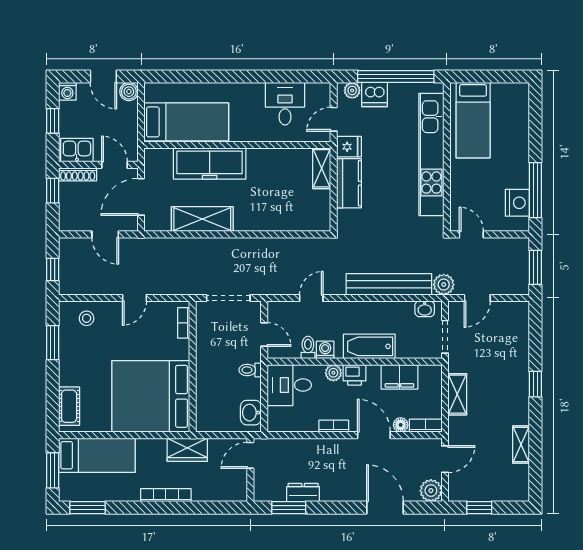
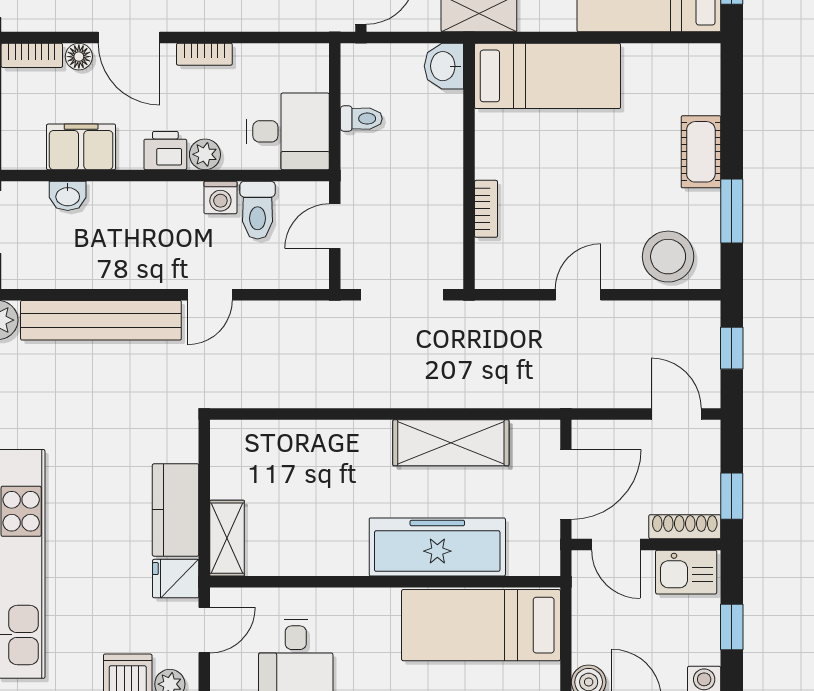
door: (105, 234) -> (676, 414), moved
door: (311, 298) -> (210, 295), moved
washbasin: (425, 309) -> (68, 196), moved, turned 180
stool: (87, 318) -> (668, 257), width x1.89, depth x1.89
bookcase: (184, 323) -> (486, 209), moved
door: (264, 334) -> (335, 226), hinge flipped
bathtub: (369, 346) -> (138, 204), removed
toilet: (308, 347) -> (258, 210), width x1.37, depth x1.39
toilet: (250, 370) -> (361, 119), moved
bed: (151, 396) -> (547, 76), width x0.49
cot: (69, 406) -> (701, 152), moved
washbasin: (251, 413) -> (444, 66), moved, turned 180

